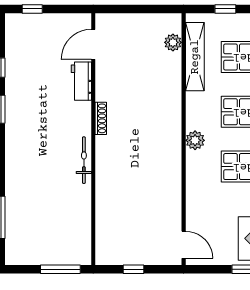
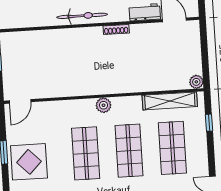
plant: (173, 42) -> (196, 82), moved
bicycle: (84, 160) -> (82, 16), width x1.37, depth x1.40

